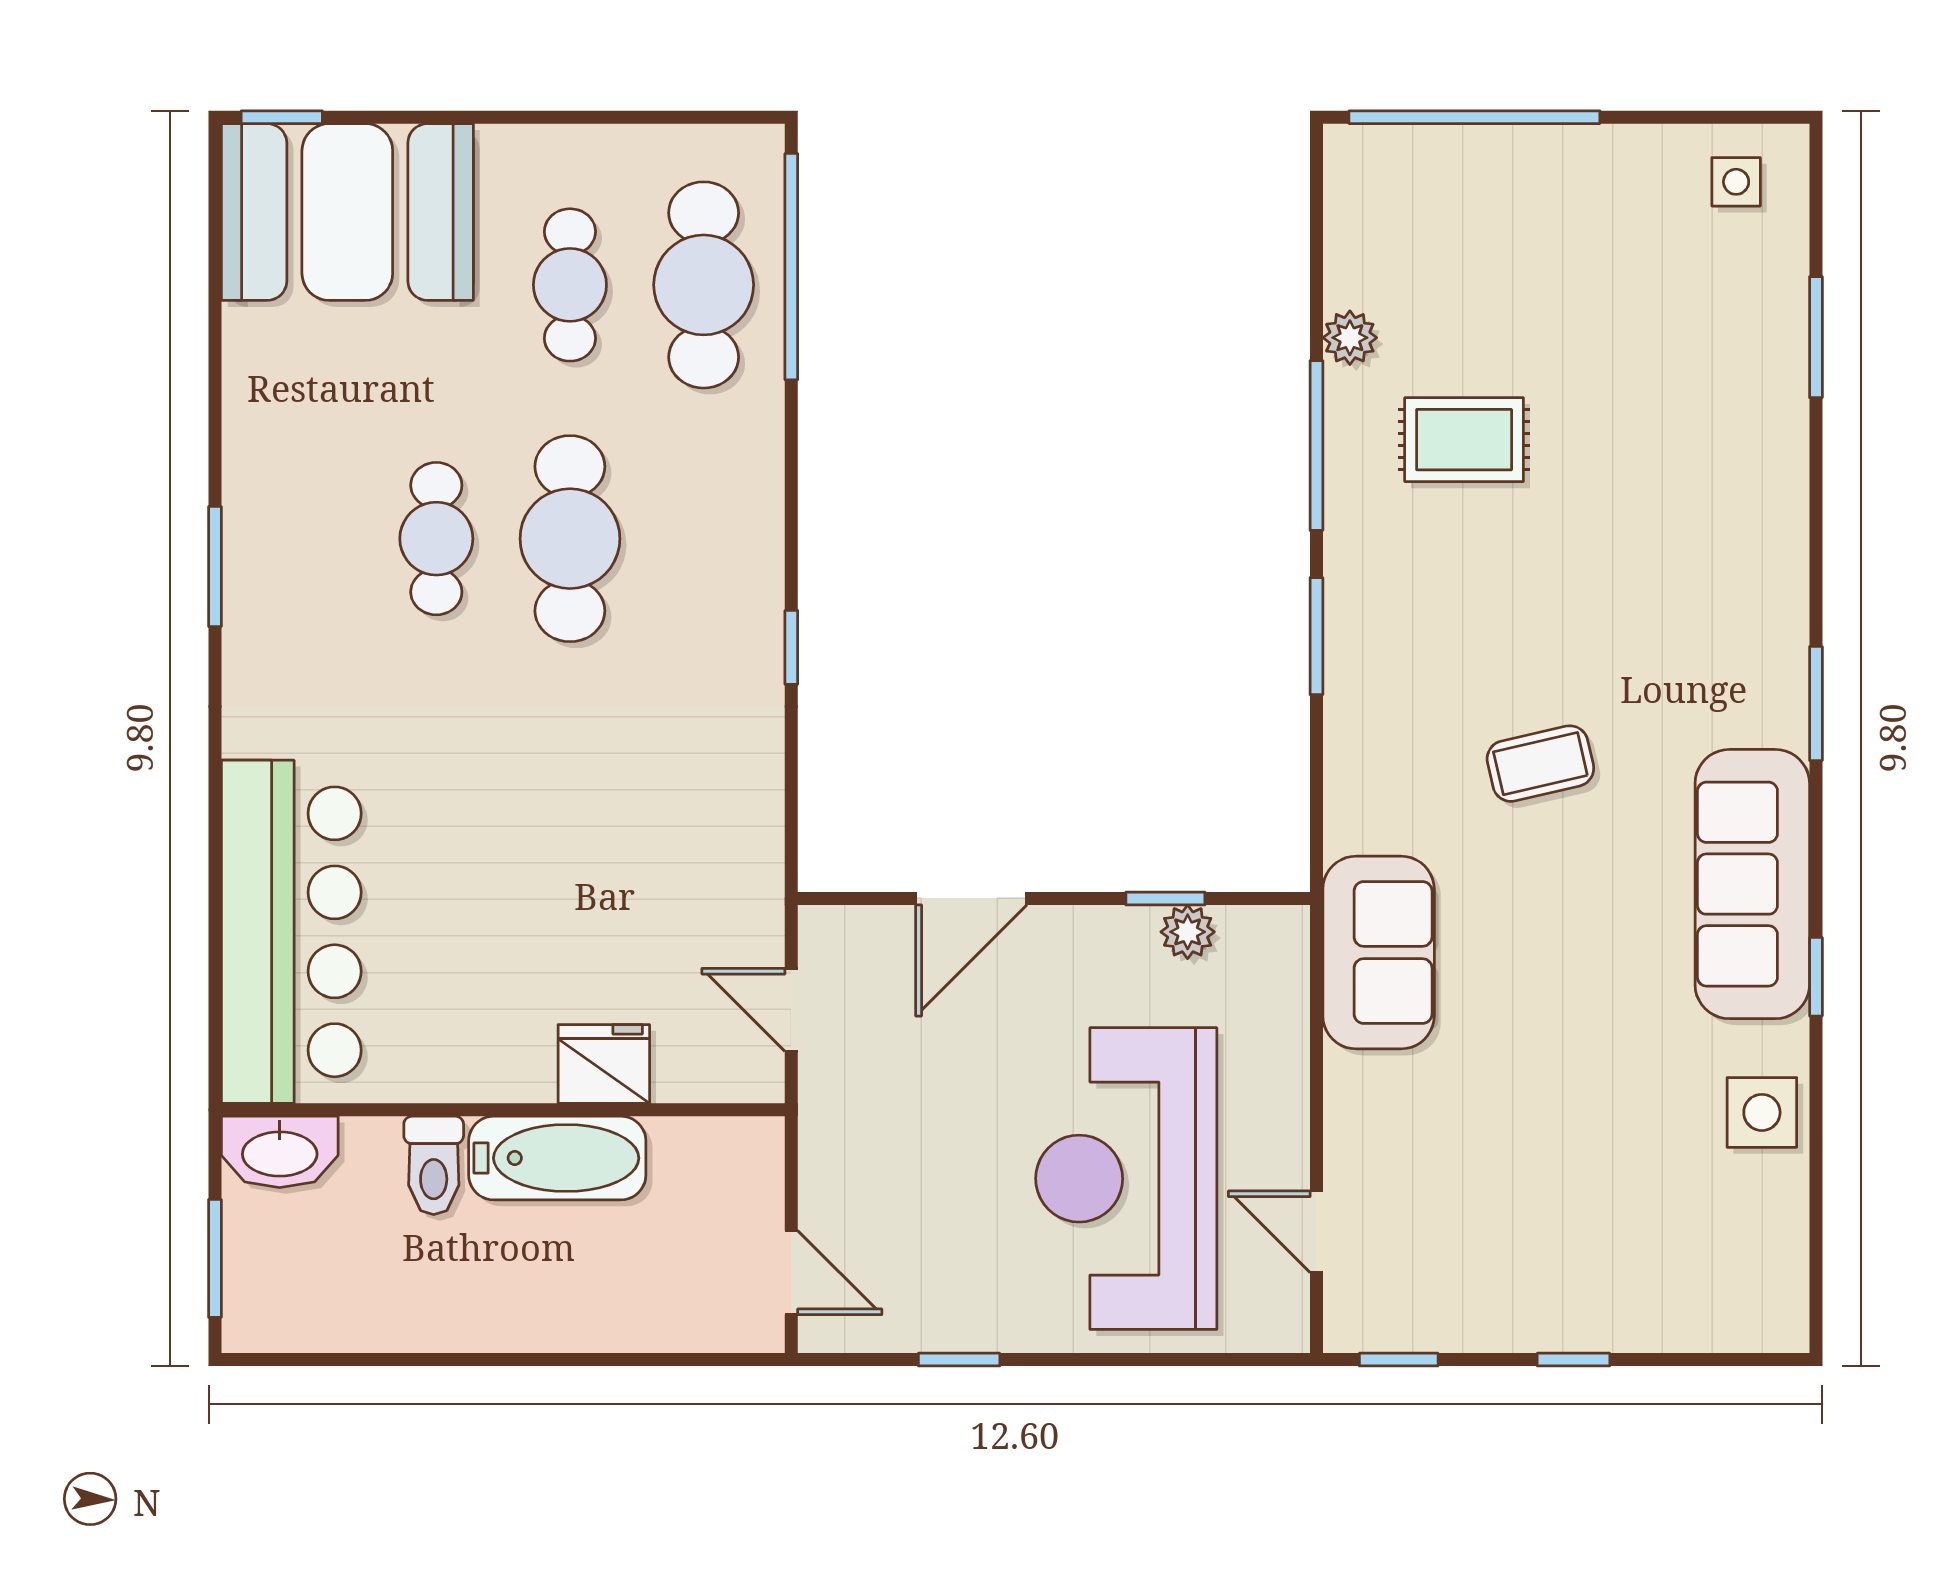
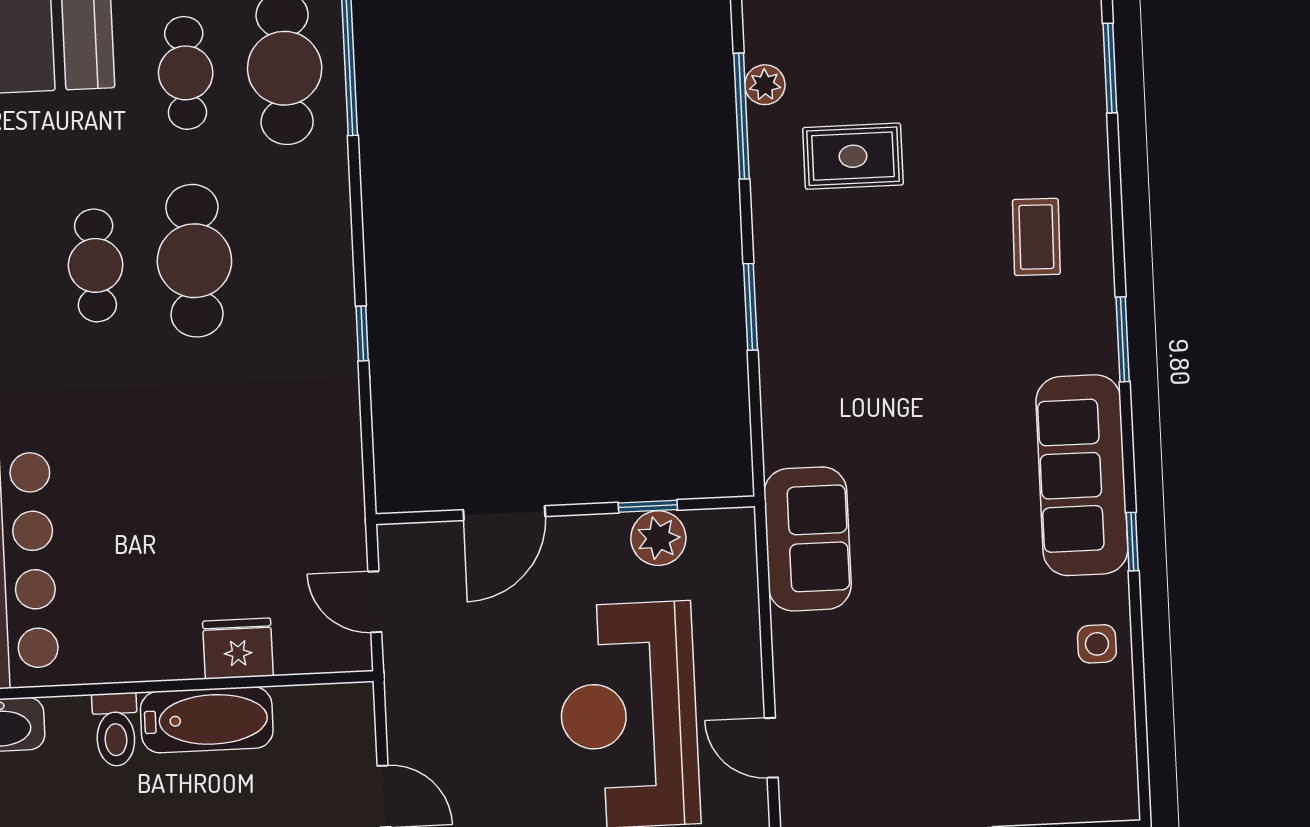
window: (1316, 445) -> (742, 116), moved
coffee table: (1540, 764) -> (1036, 237), moved, turned -76
plant: (1188, 932) -> (658, 538), width x1.38, depth x1.38
side table: (1762, 1112) -> (1097, 644), width x0.73, depth x0.73

